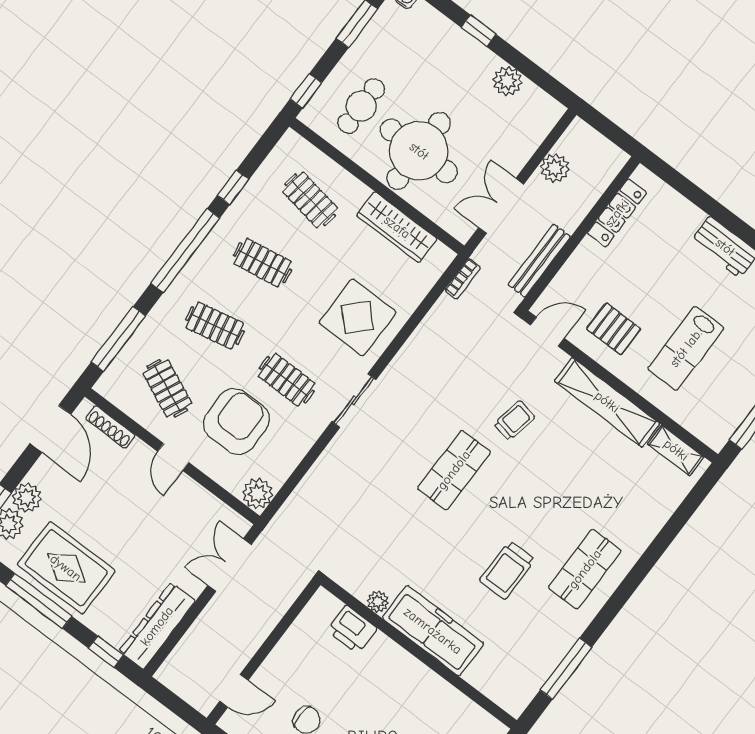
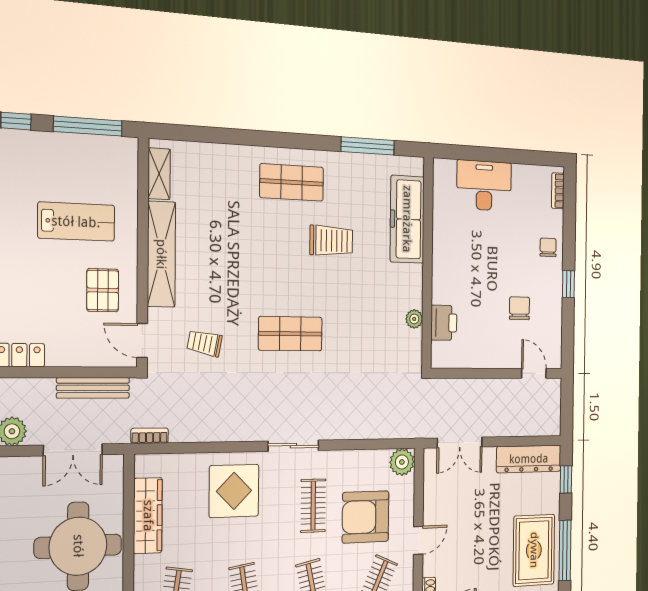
trolley: (514, 421) -> (205, 343), moved
freezer: (433, 631) -> (407, 219), moved

